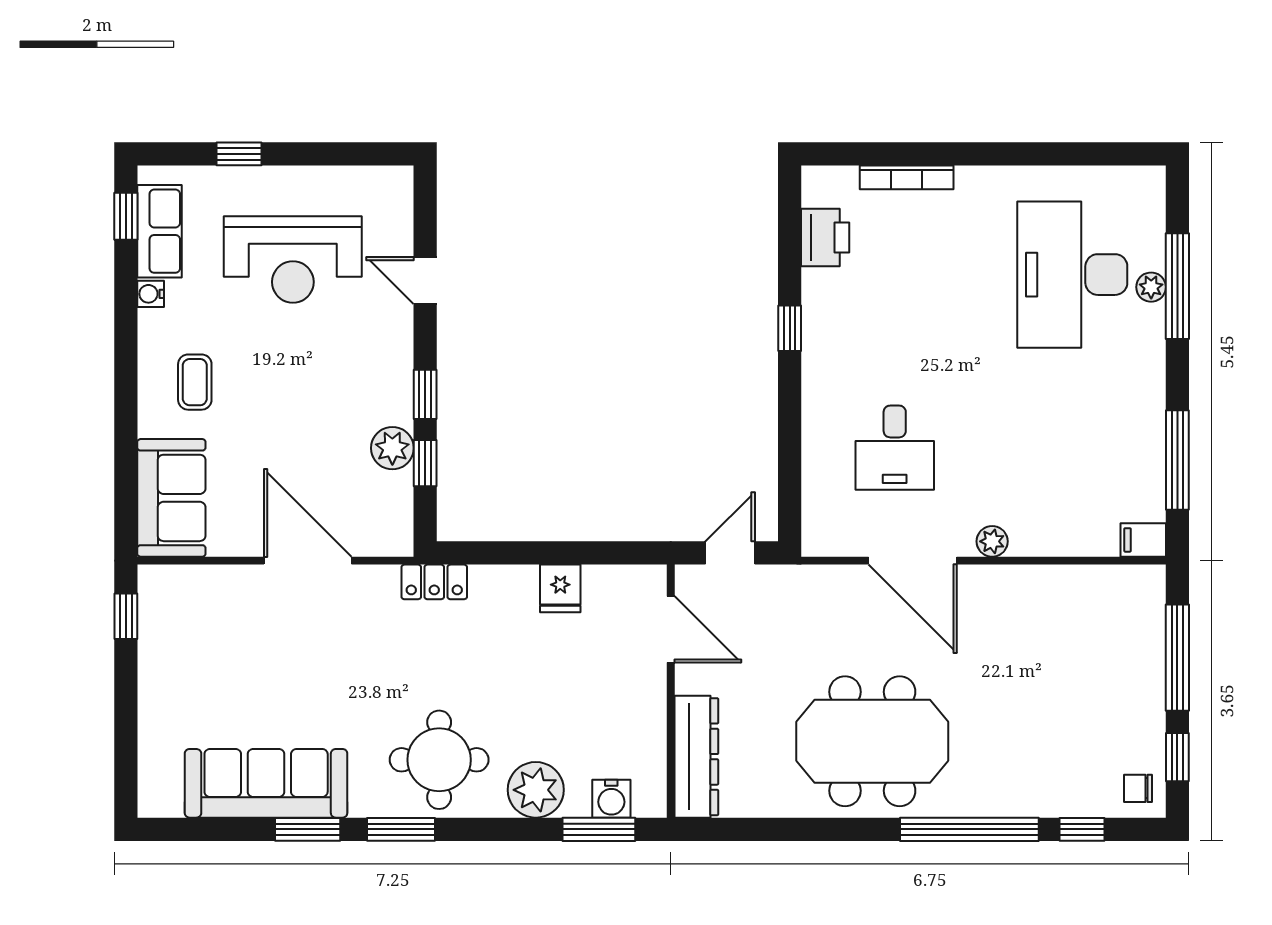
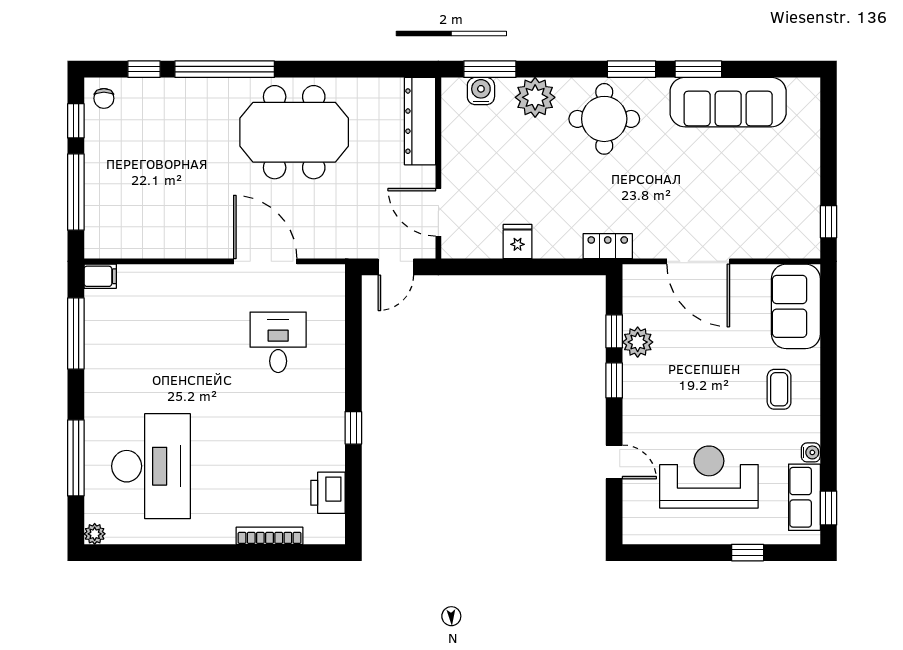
plant: (1151, 287) -> (95, 534), moved
plant: (992, 541) -> (208, 275), removed
chair: (1138, 788) -> (104, 98), turned 90

